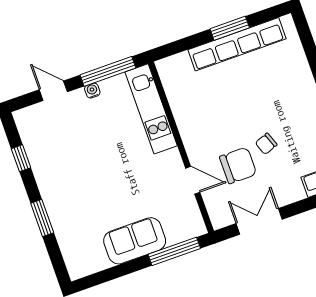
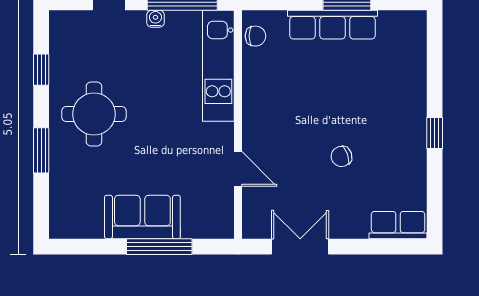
row of seats: (237, 44) -> (332, 25), width x0.73
chair: (238, 165) -> (255, 36), moved, width x0.54, depth x0.54
round table: (72, 177) -> (94, 114), added
window: (174, 251) -> (159, 247), moved

